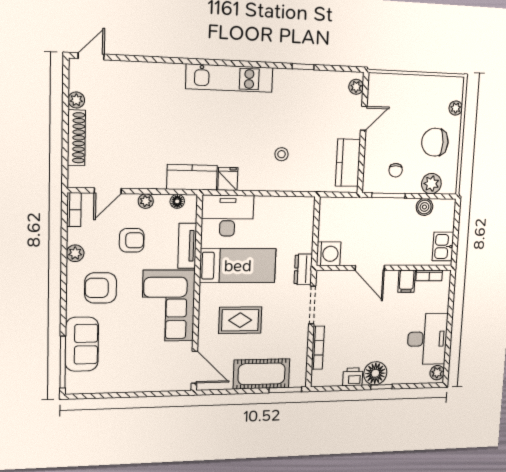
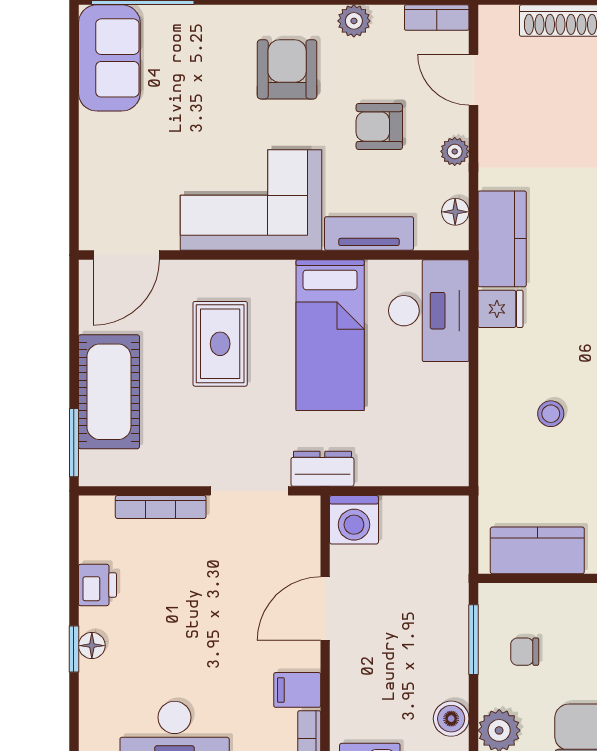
armchair: (132, 240) -> (379, 127), turned 90
sofa: (82, 344) -> (109, 58), moved, turned -90
floor lamp: (375, 373) -> (92, 646), width x0.53, depth x0.53

